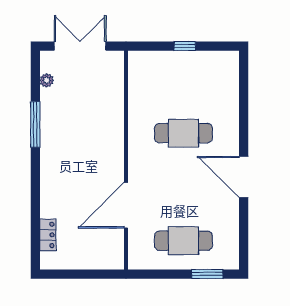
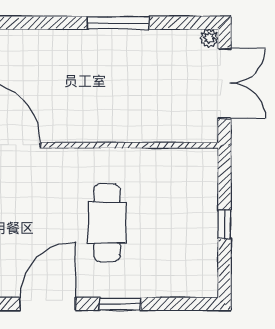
plant: (47, 80) -> (209, 38), moved
window: (244, 123) -> (120, 304), added

